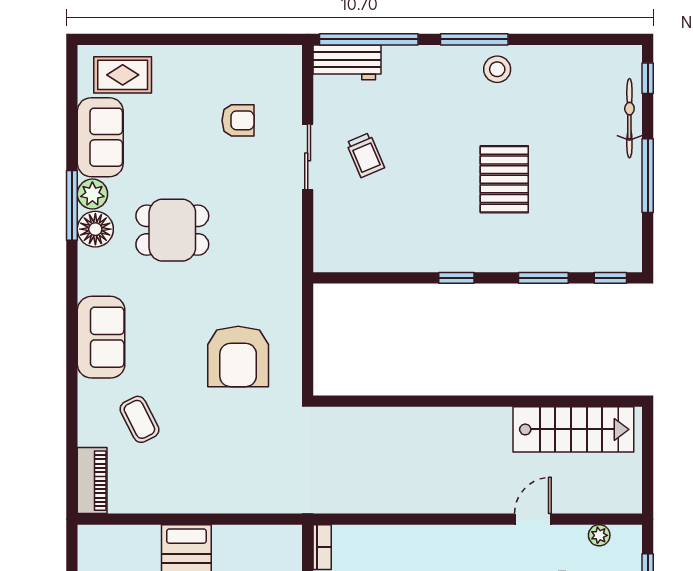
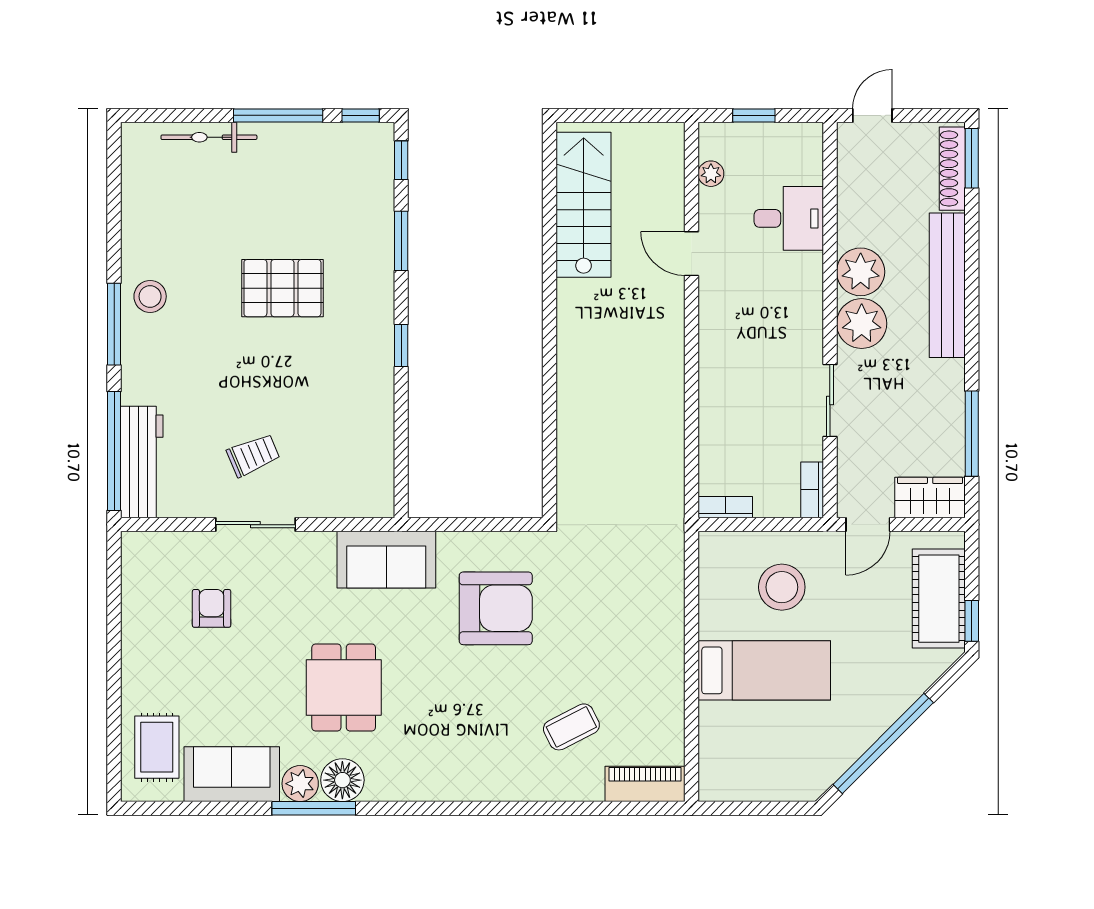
workbench: (347, 62) -> (142, 462), width x1.38
window: (648, 78) -> (361, 115), moved
sofa: (101, 337) -> (386, 560), moved, turned 180

